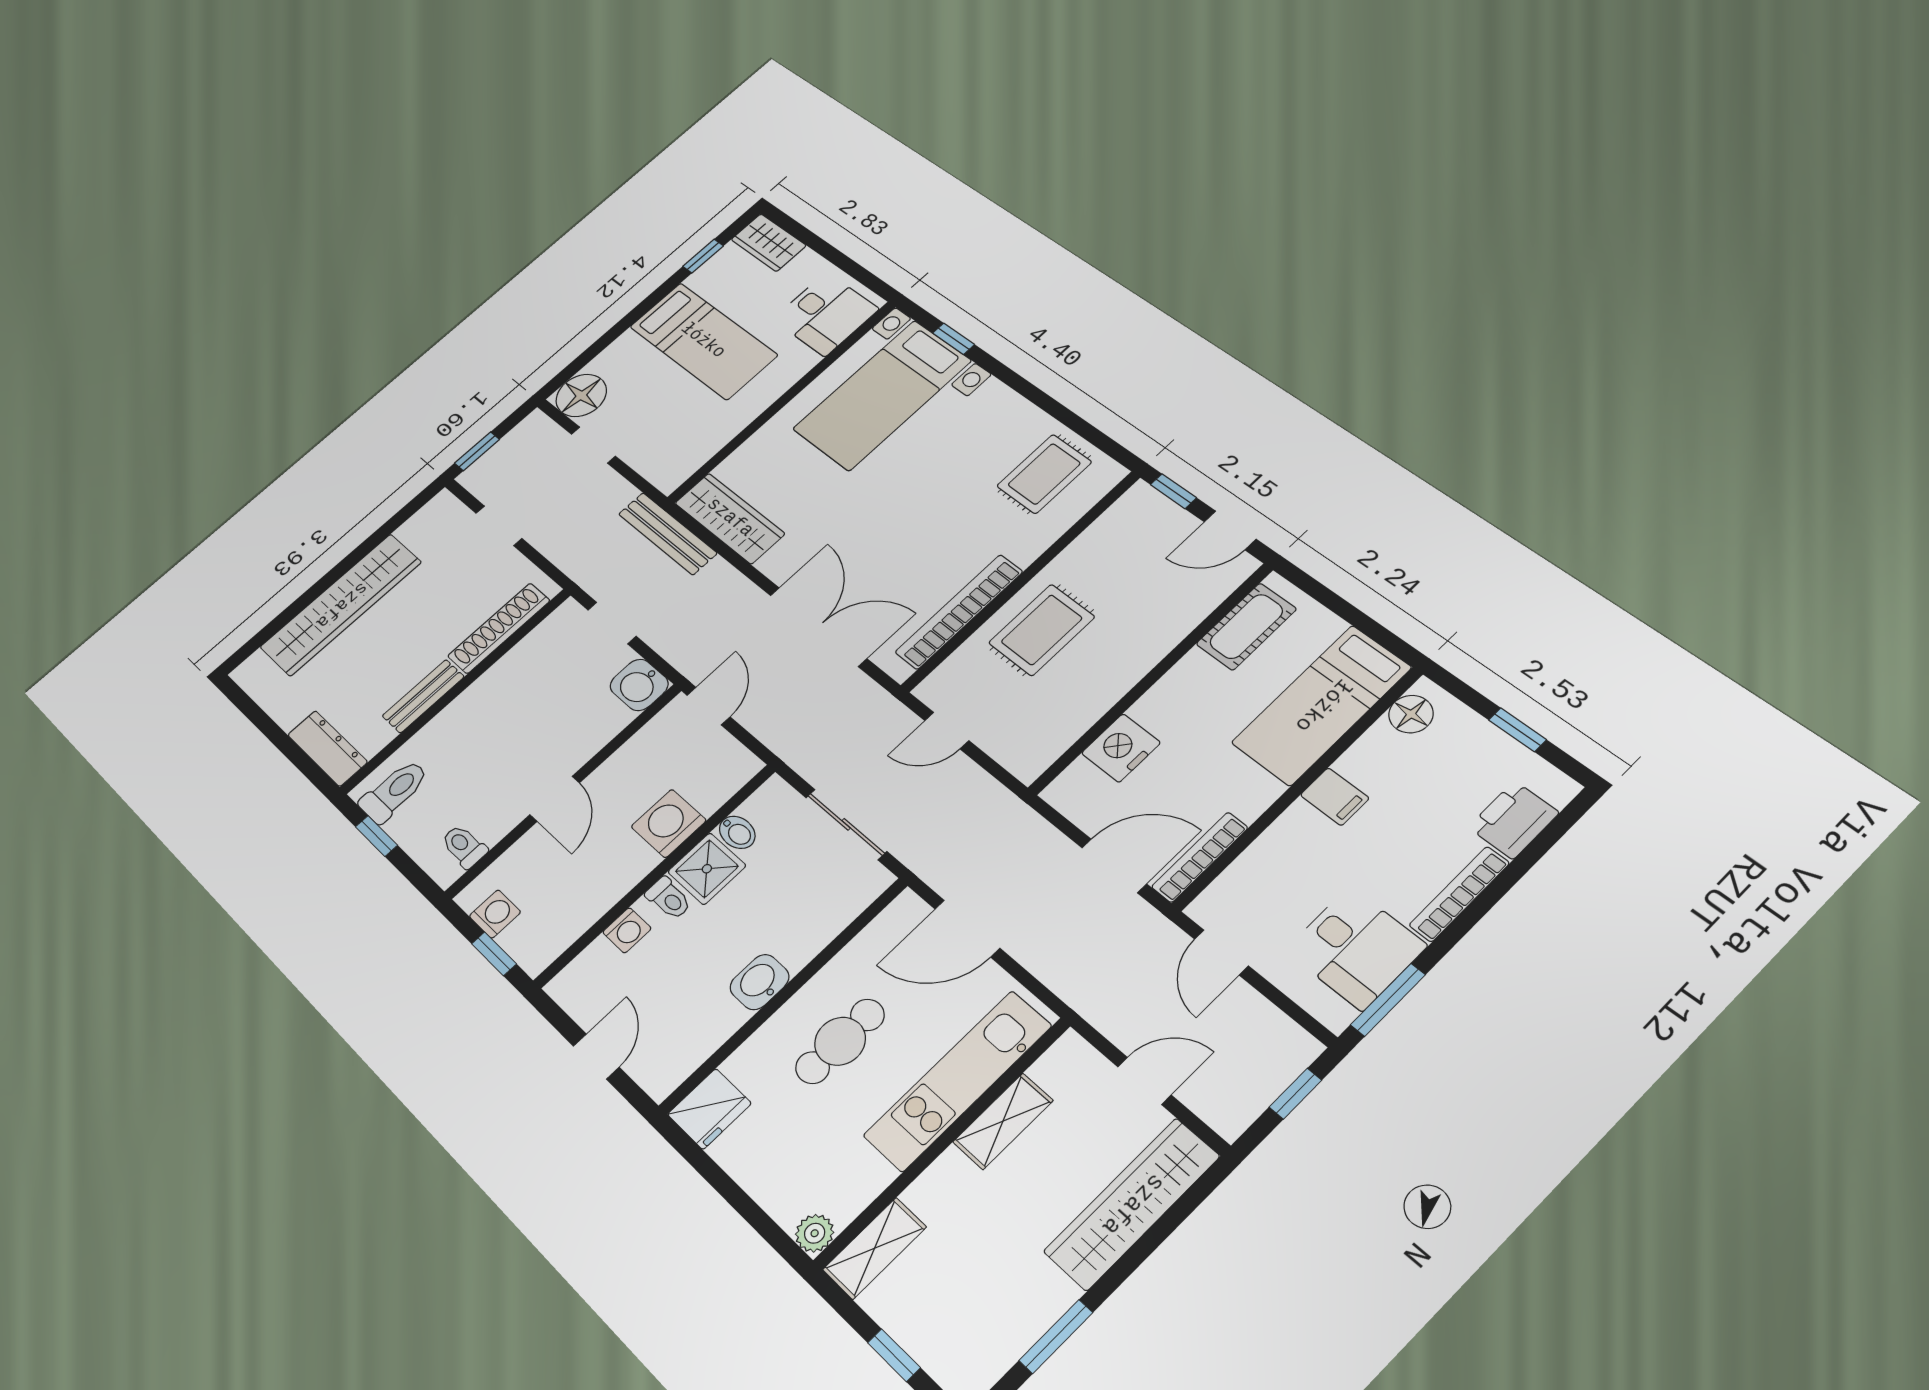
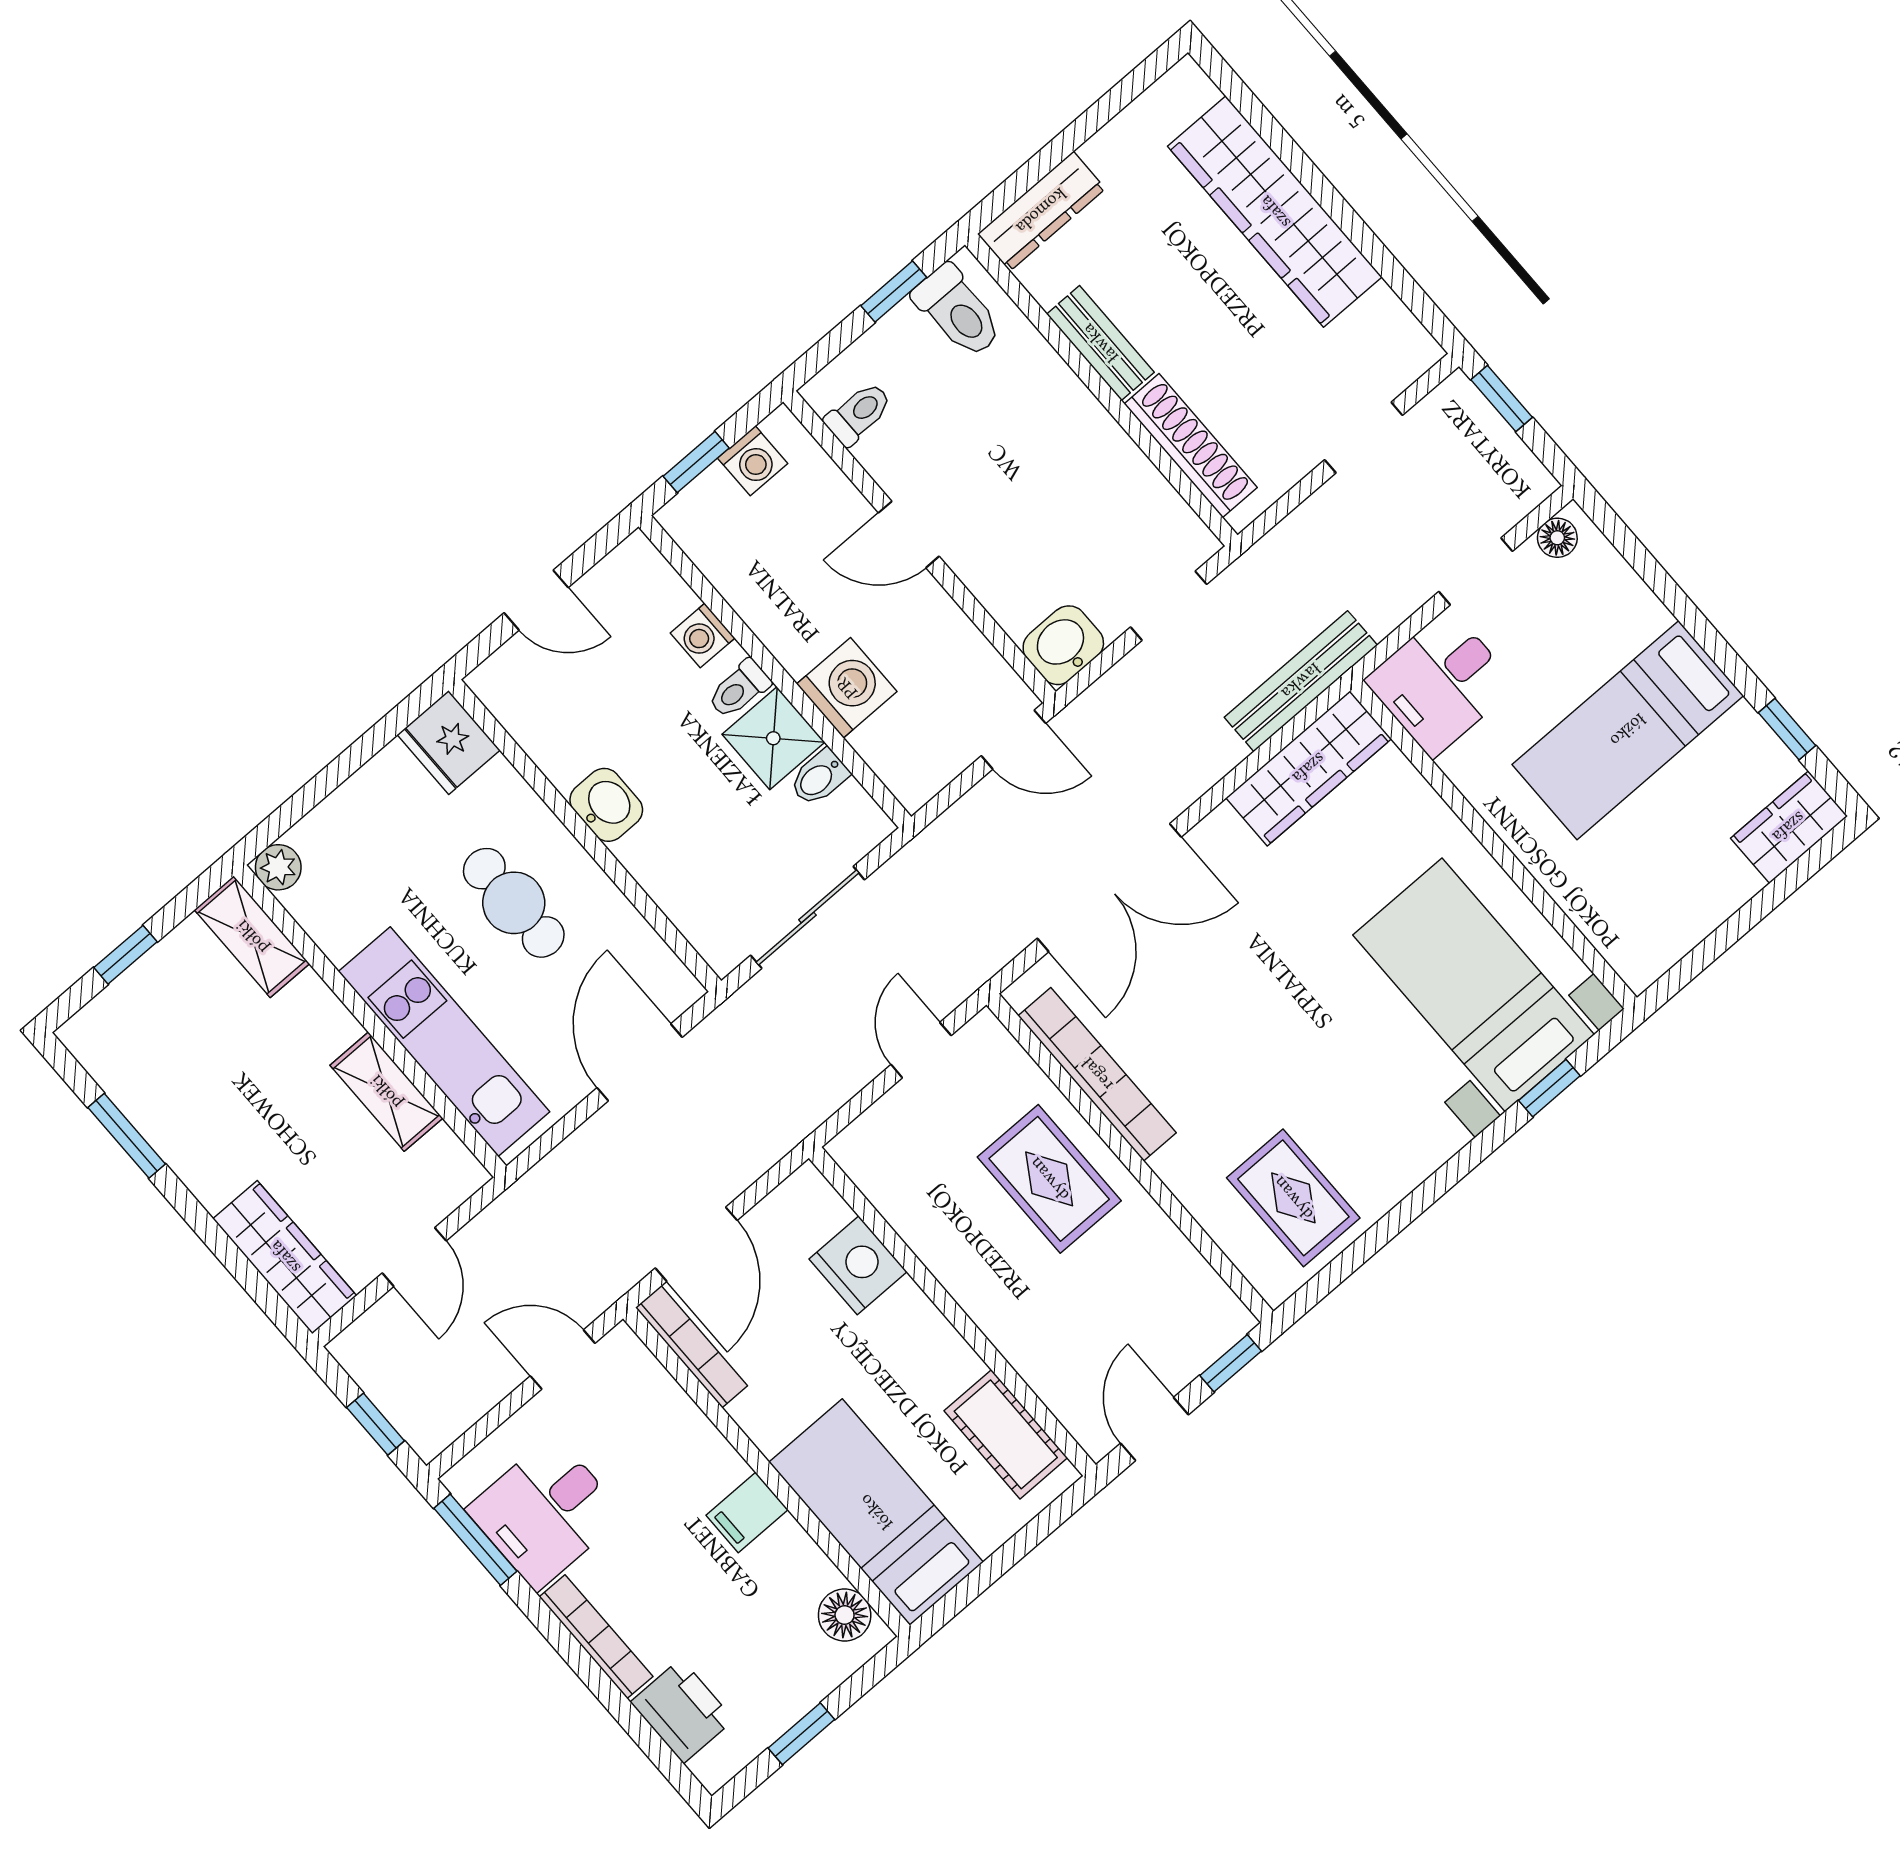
desk: (826, 314) -> (1441, 683), moved
floor lamp: (581, 395) -> (1557, 538), width x0.53, depth x0.53
wardrobe: (1132, 1204) -> (285, 1257), width x0.71, depth x0.85

